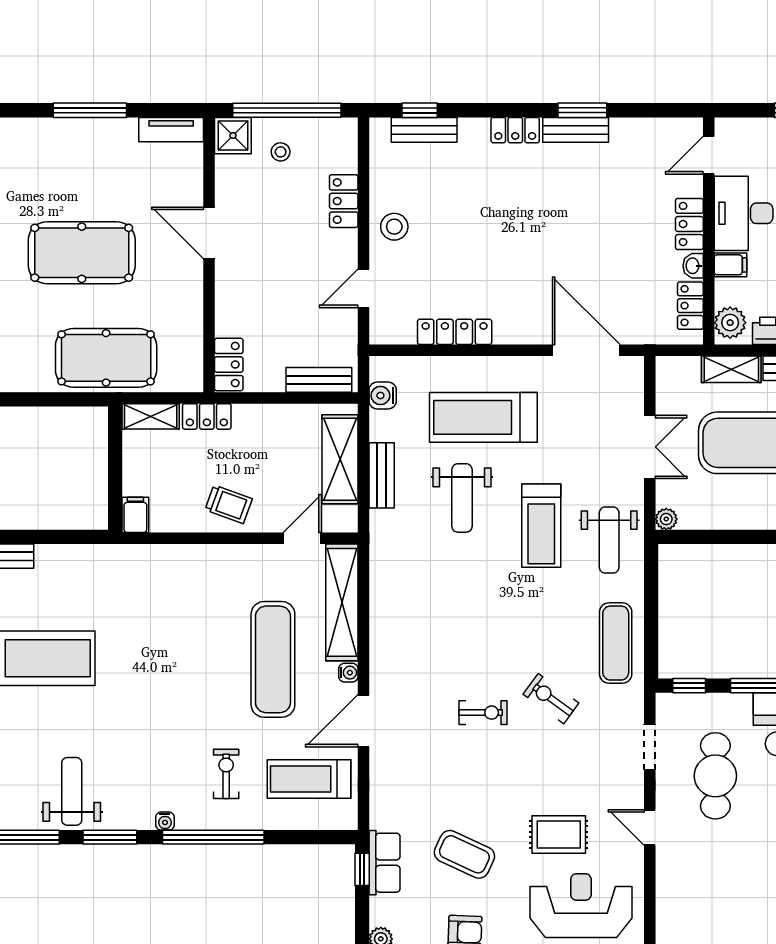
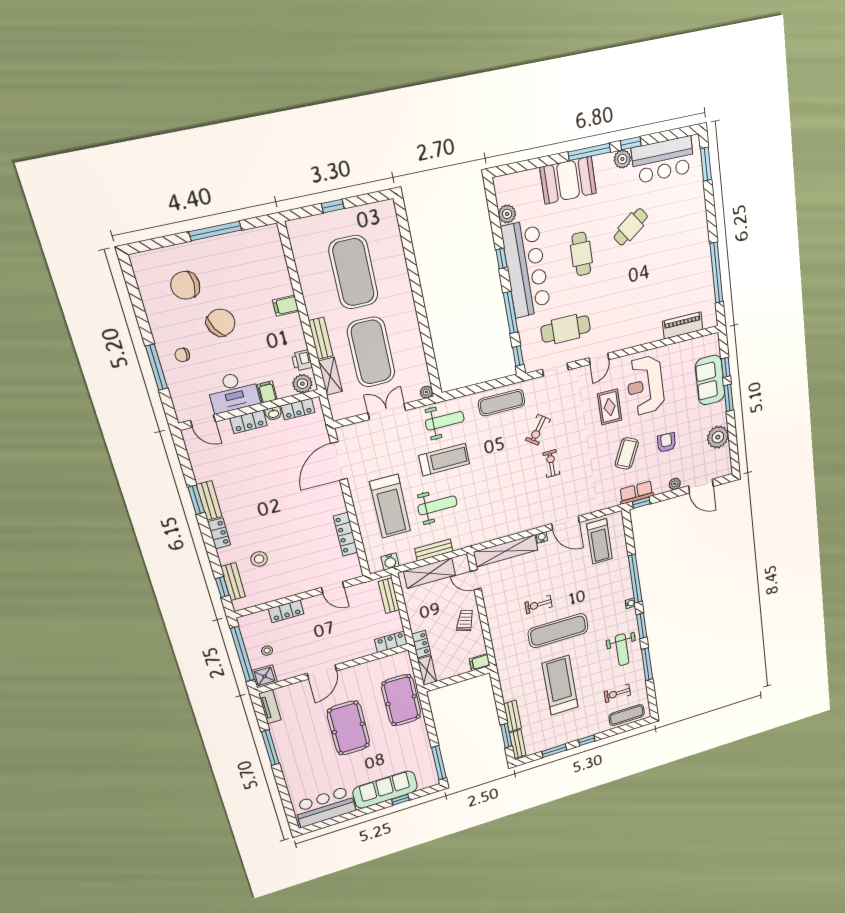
stool: (394, 227) -> (259, 559), moved
exercise mat: (273, 659) -> (558, 631), moved
exercise bike: (226, 774) -> (538, 605), moved
weight bench: (72, 791) -> (622, 650), turned -90

